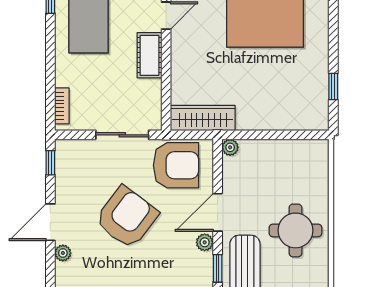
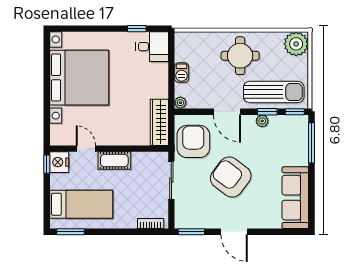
desk: (308, 108) -> (152, 47), added
barbecue: (272, 149) -> (182, 73), added
window: (50, 163) -> (191, 232), width x1.50
plant: (205, 242) -> (262, 121), moved
plant: (63, 253) -> (256, 223), removed

